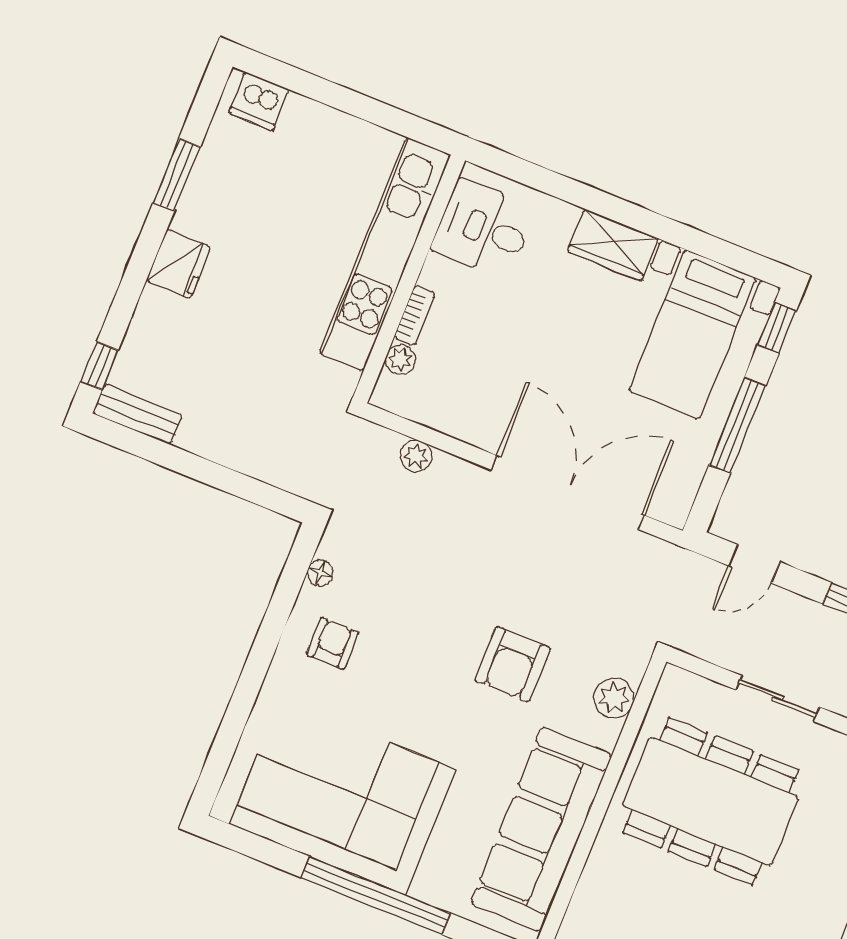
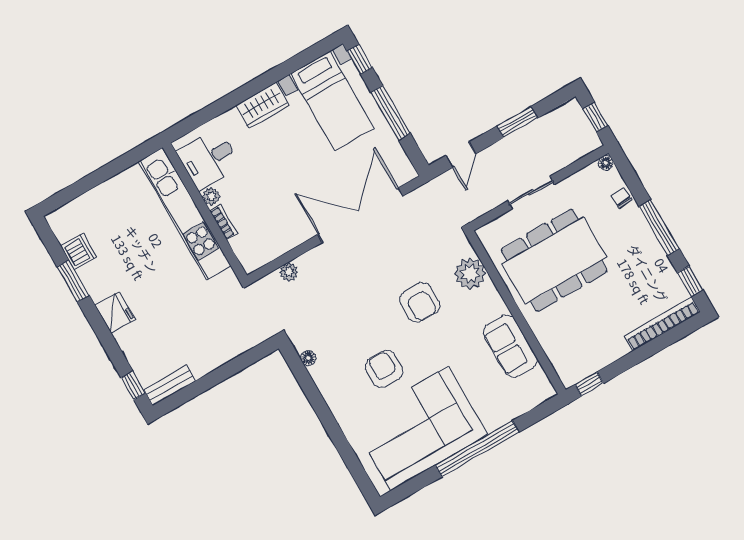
dishwasher: (259, 101) -> (79, 251), moved, turned -90
plant: (400, 360) -> (211, 196), moved
armchair: (333, 643) -> (384, 369), moved, width x1.38, depth x1.38
plant: (614, 698) -> (470, 274), width x1.36, depth x1.36
sofa: (541, 829) -> (510, 346), width x0.54, depth x0.79

